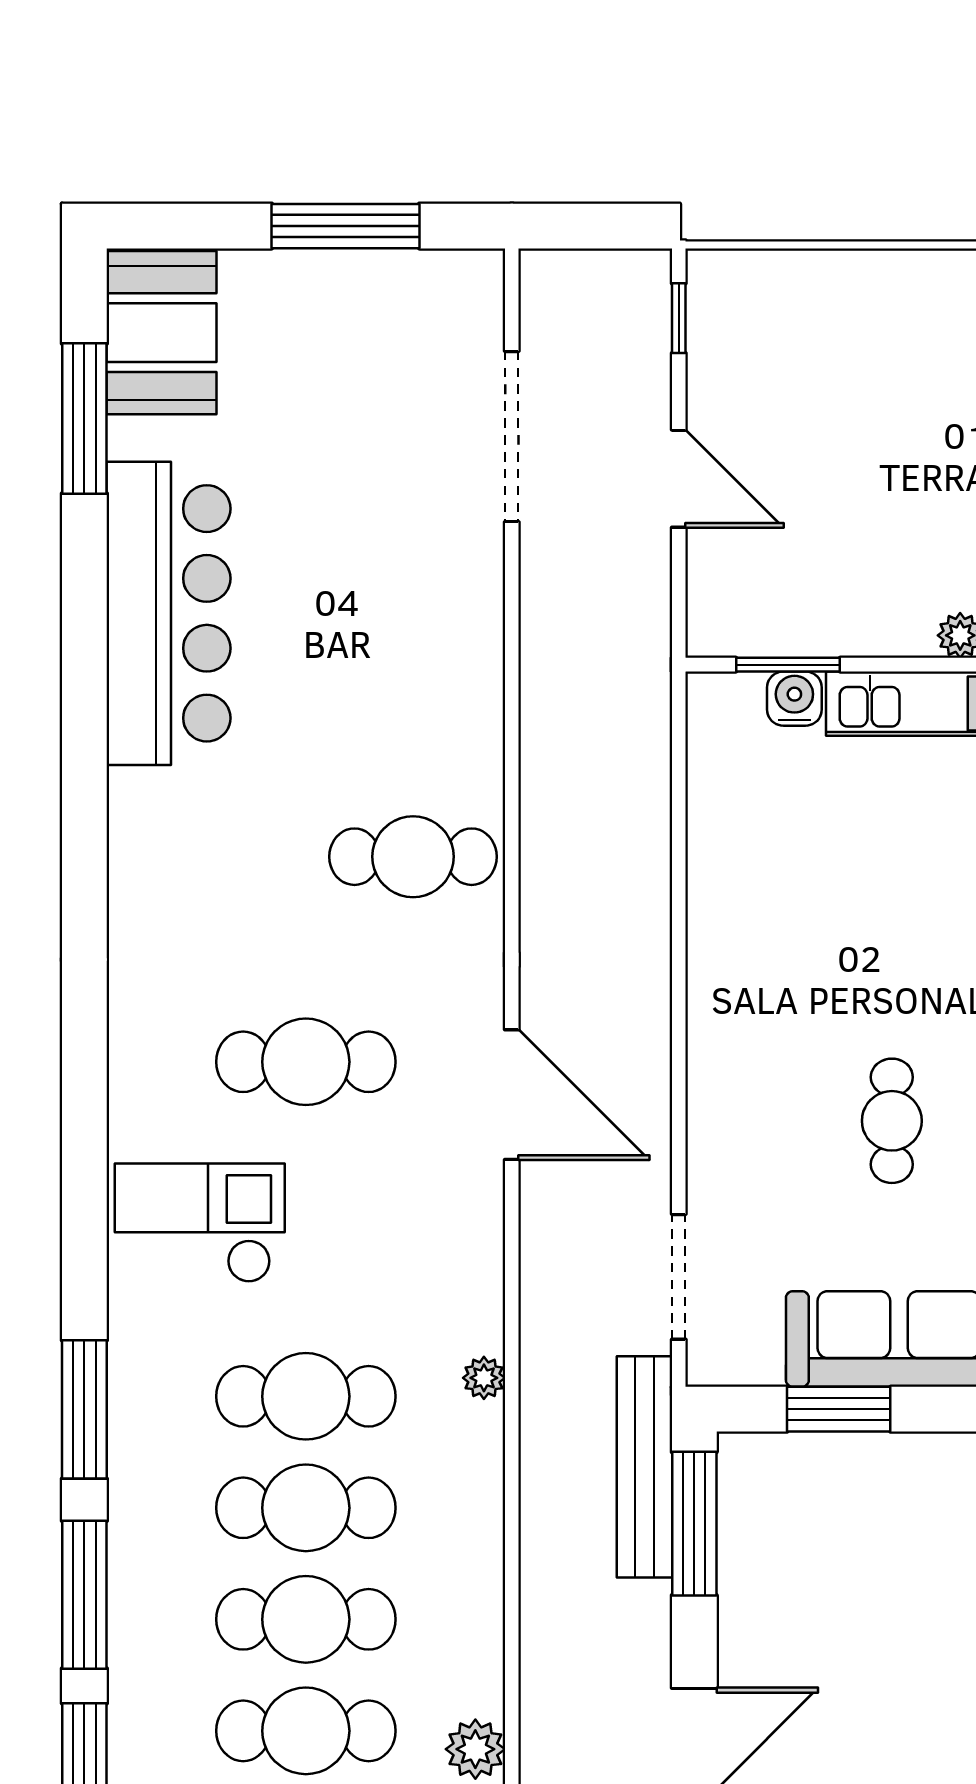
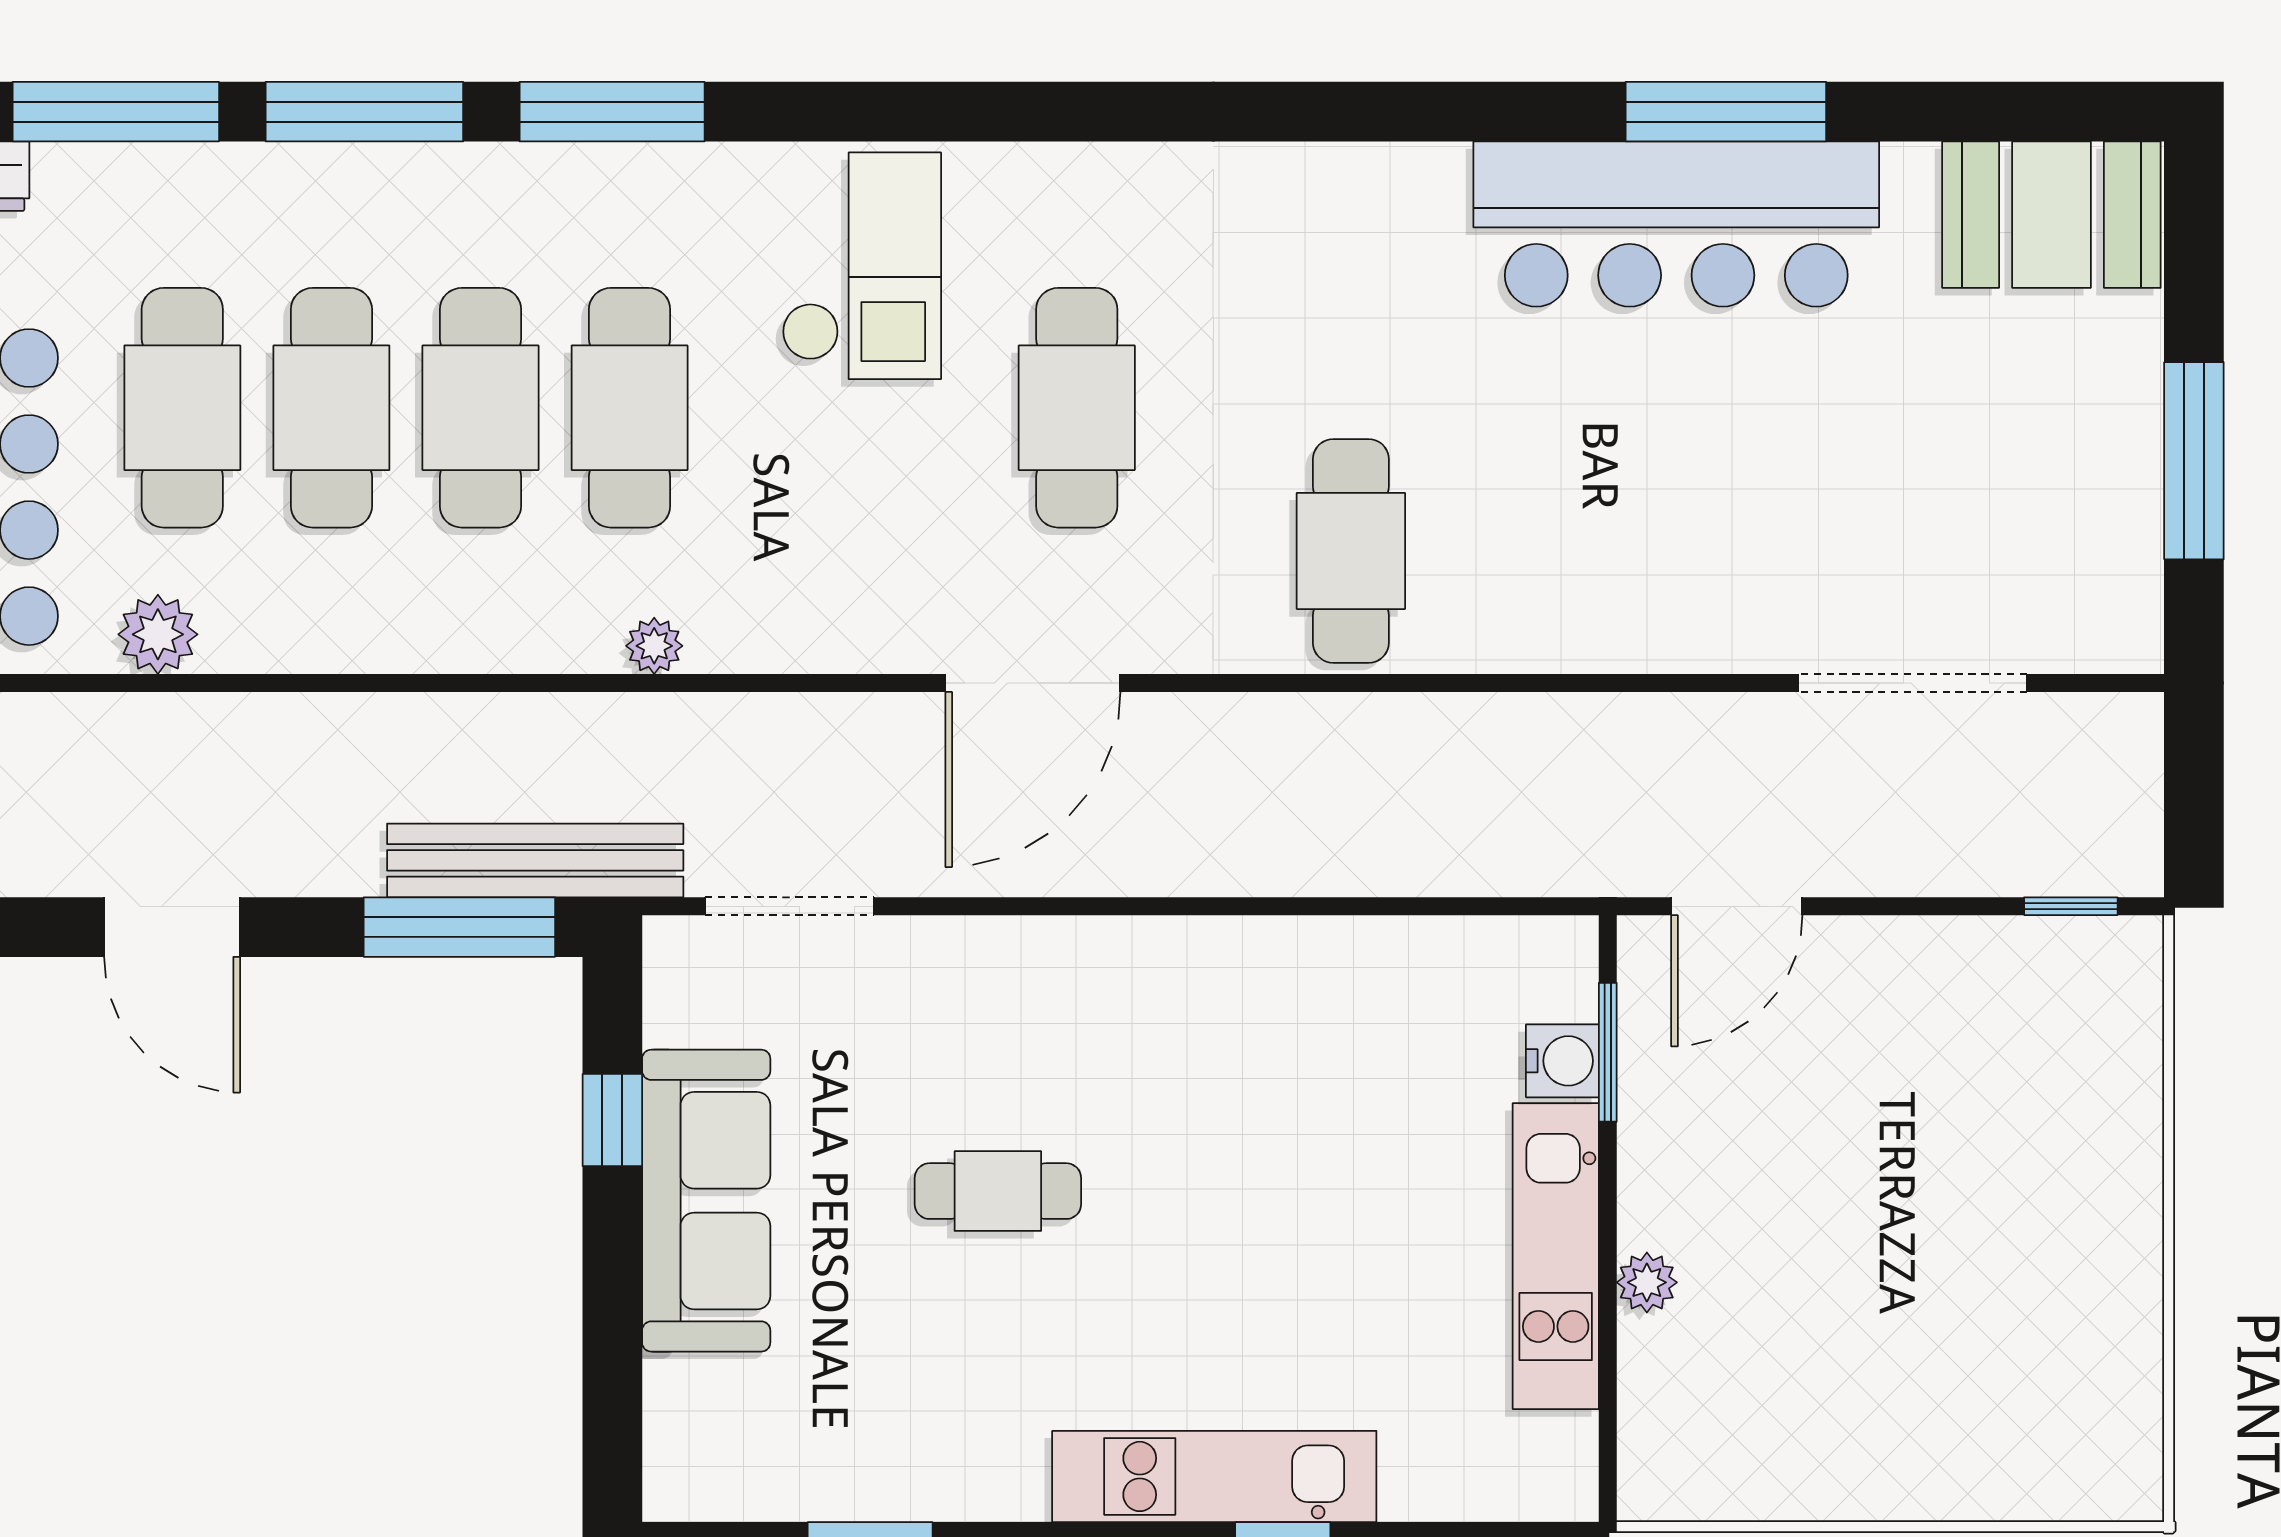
window: (84, 419) -> (1726, 112), moved
door: (679, 479) -> (1737, 906), moved
window: (839, 1409) -> (612, 1120), width x0.67

